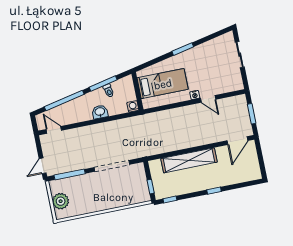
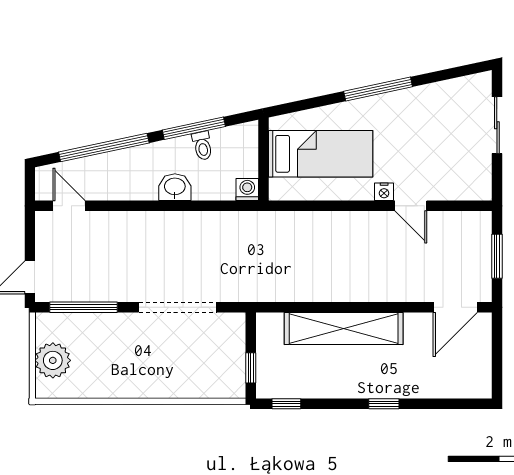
window: (183, 49) -> (378, 89), width x1.44

